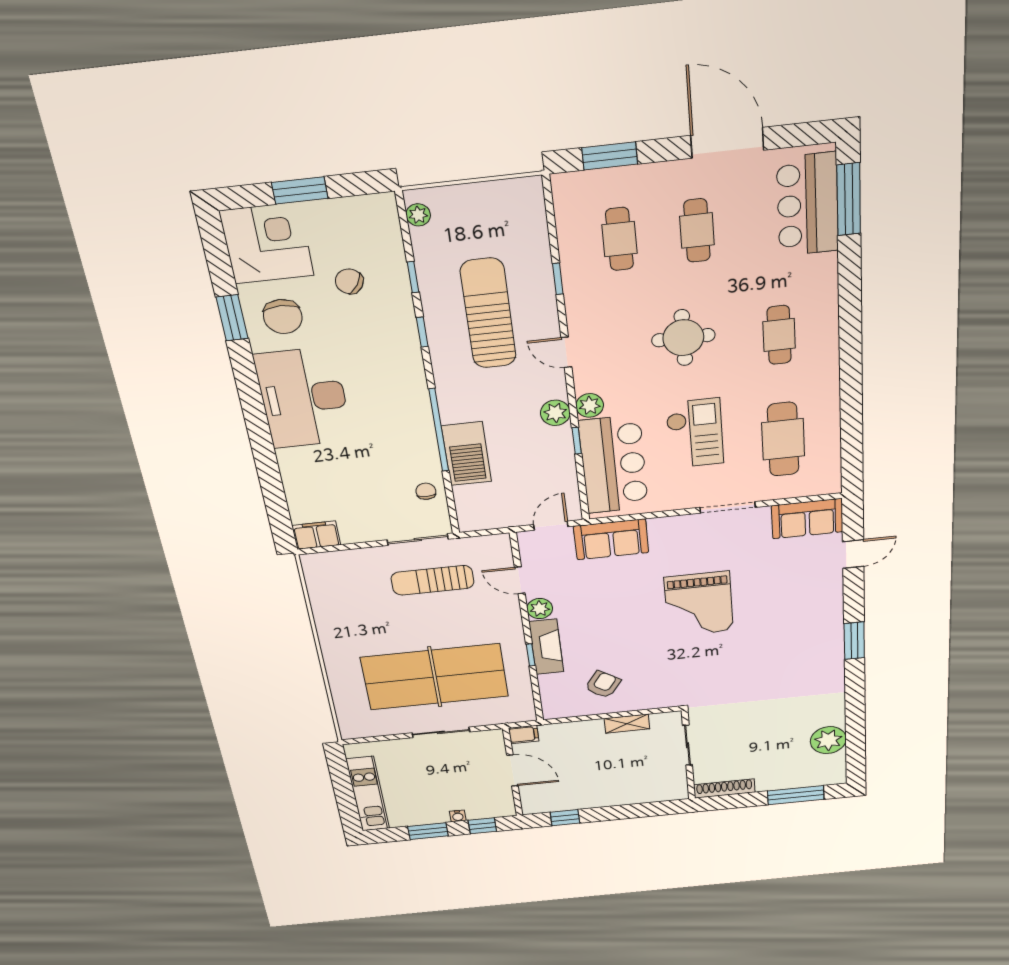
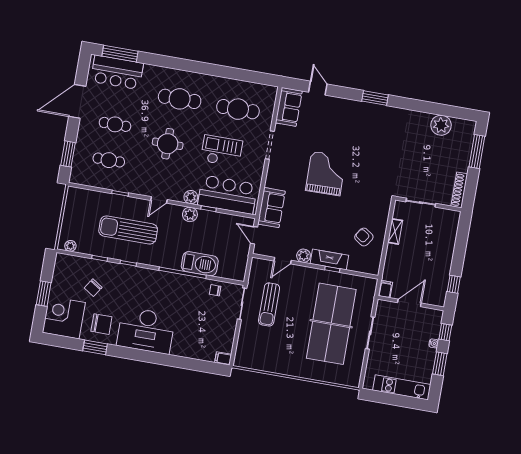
cafe table: (779, 335) -> (180, 99), width x1.37, depth x1.35
filing cabinet: (316, 535) -> (223, 358), width x0.50
grand piano: (699, 604) -> (326, 174), turned -91

